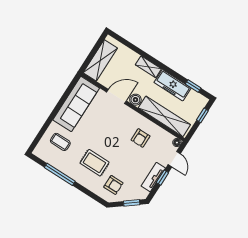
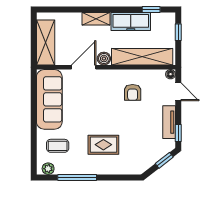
plant: (43, 154) -> (48, 169), added
window: (162, 178) -> (178, 133), moved
armchair: (113, 185) -> (136, 154), removed

